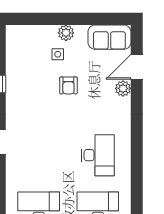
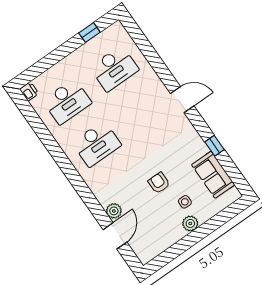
sofa: (109, 37) -> (213, 175), moved, turned -90
desk: (98, 155) -> (97, 144), turned -90

